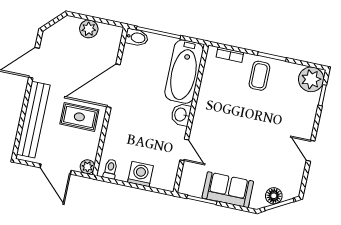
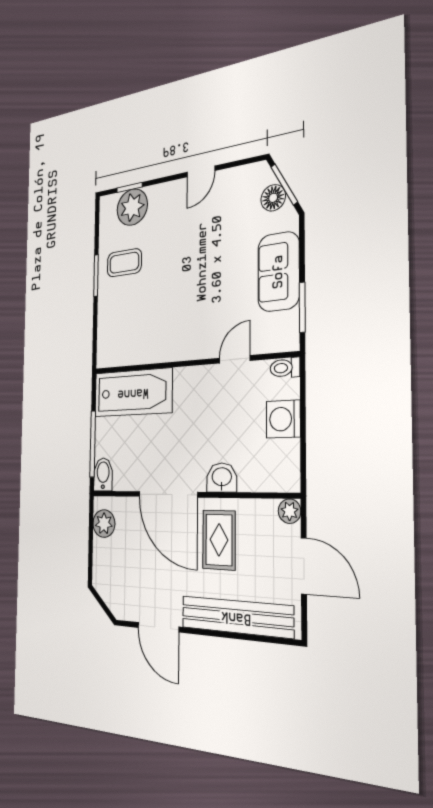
plant: (89, 29) -> (104, 524), moved
bookcase: (230, 55) -> (103, 334), removed
coffee table: (259, 76) -> (124, 263), moved
plant: (311, 79) -> (132, 207), moved
washbasin: (181, 115) -> (222, 478), moved, turned 180
door: (56, 169) -> (304, 566), hinge flipped
toilet: (110, 169) -> (285, 368), moved

